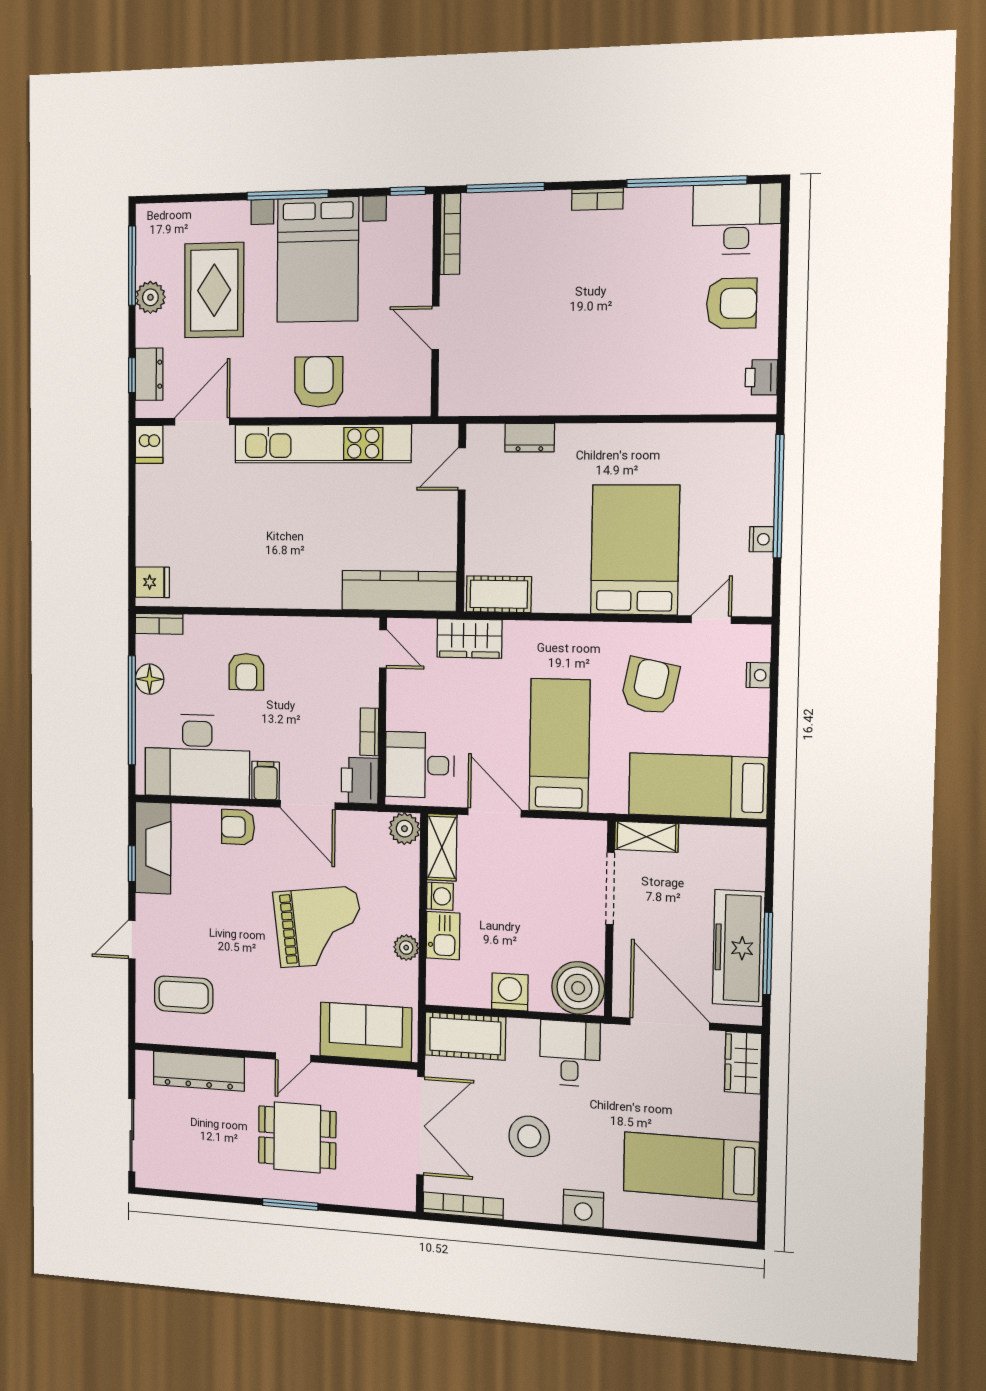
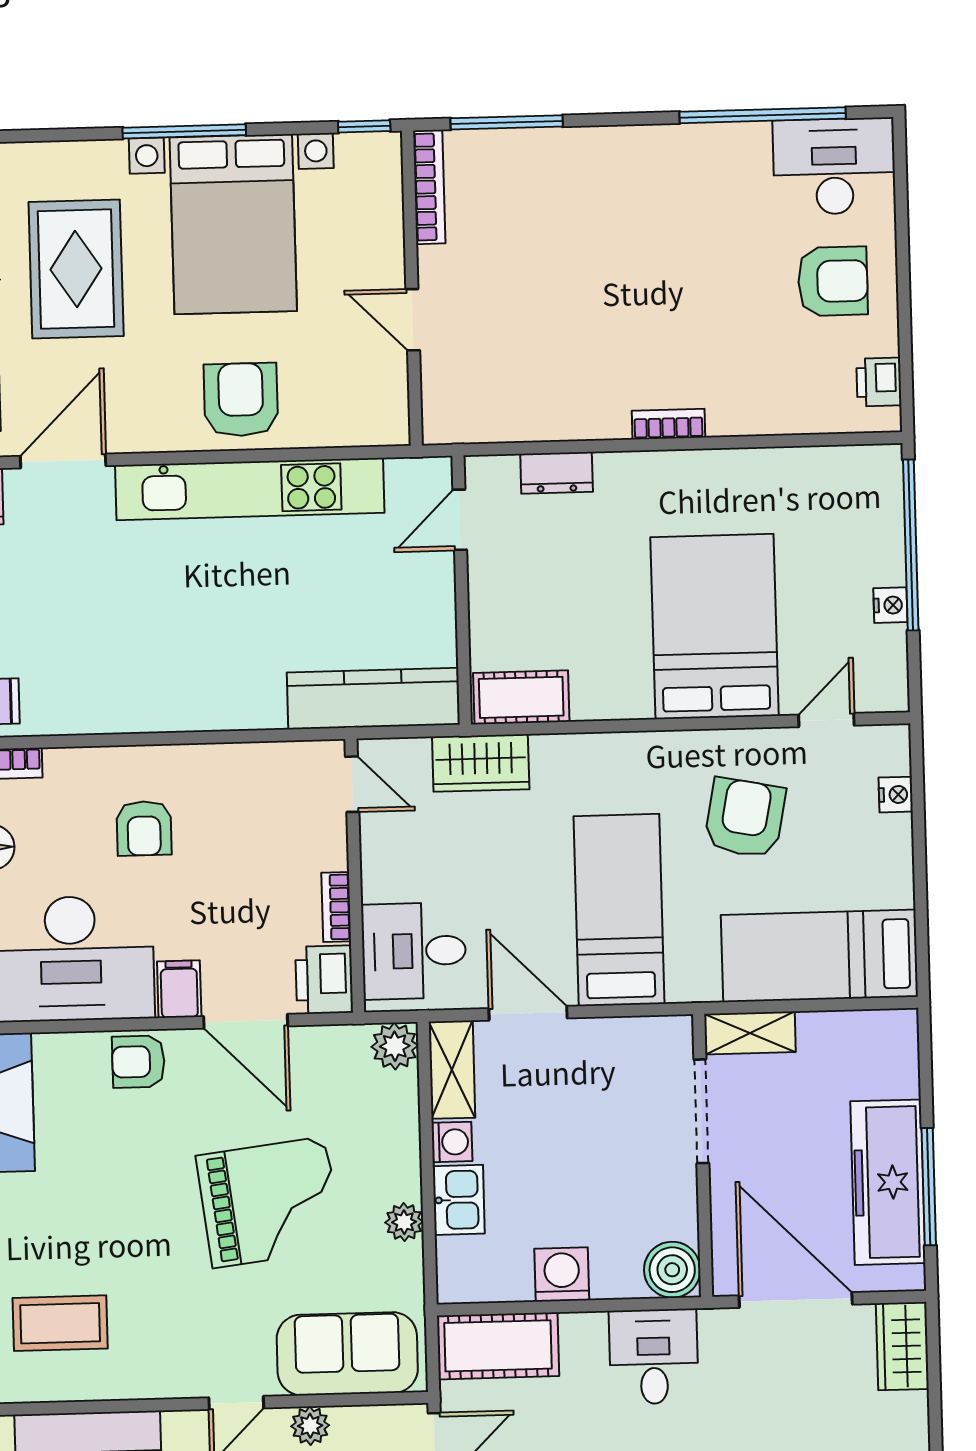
bookcase: (597, 199) -> (668, 424), moved, turned 180
boiler: (578, 988) -> (672, 1270), width x0.73, depth x0.73
plant: (340, 1077) -> (310, 1426), added

